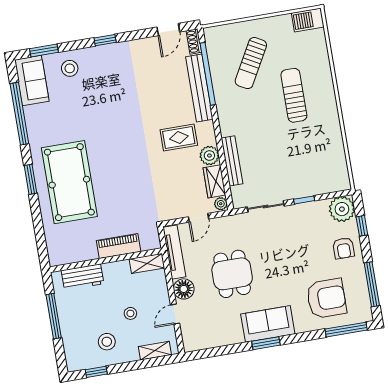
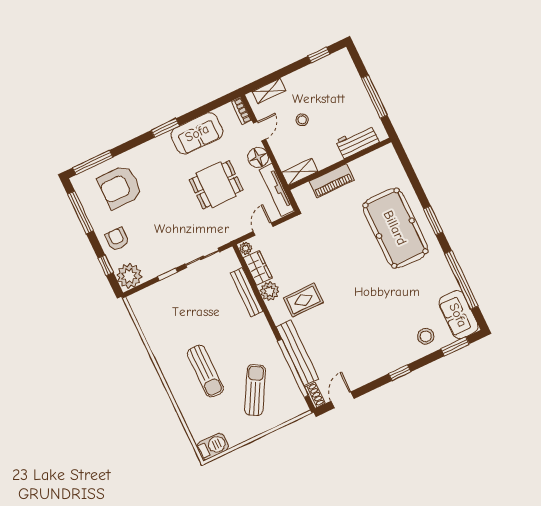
dining table: (232, 274) -> (216, 185), turned 90
sofa: (268, 324) -> (197, 133), moved
bookcase: (187, 339) -> (242, 111), added
stool: (107, 342) -> (317, 87), removed

